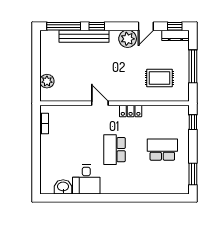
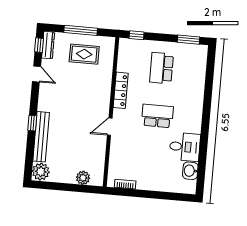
window: (64, 26) -> (29, 156), removed
plant: (128, 39) -> (41, 172), moved
rug: (159, 78) -> (84, 54), moved, turned 90
locker: (131, 111) -> (121, 90), width x1.53
school desk: (115, 150) -> (157, 116), turned 180

